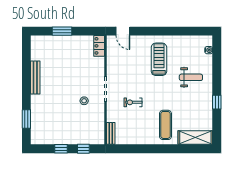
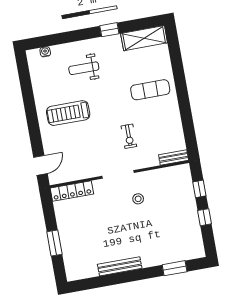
locker: (99, 46) -> (72, 191), width x1.53
weight bench: (191, 77) -> (84, 68), turned -90
shelving: (195, 138) -> (144, 38), moved, turned 90

